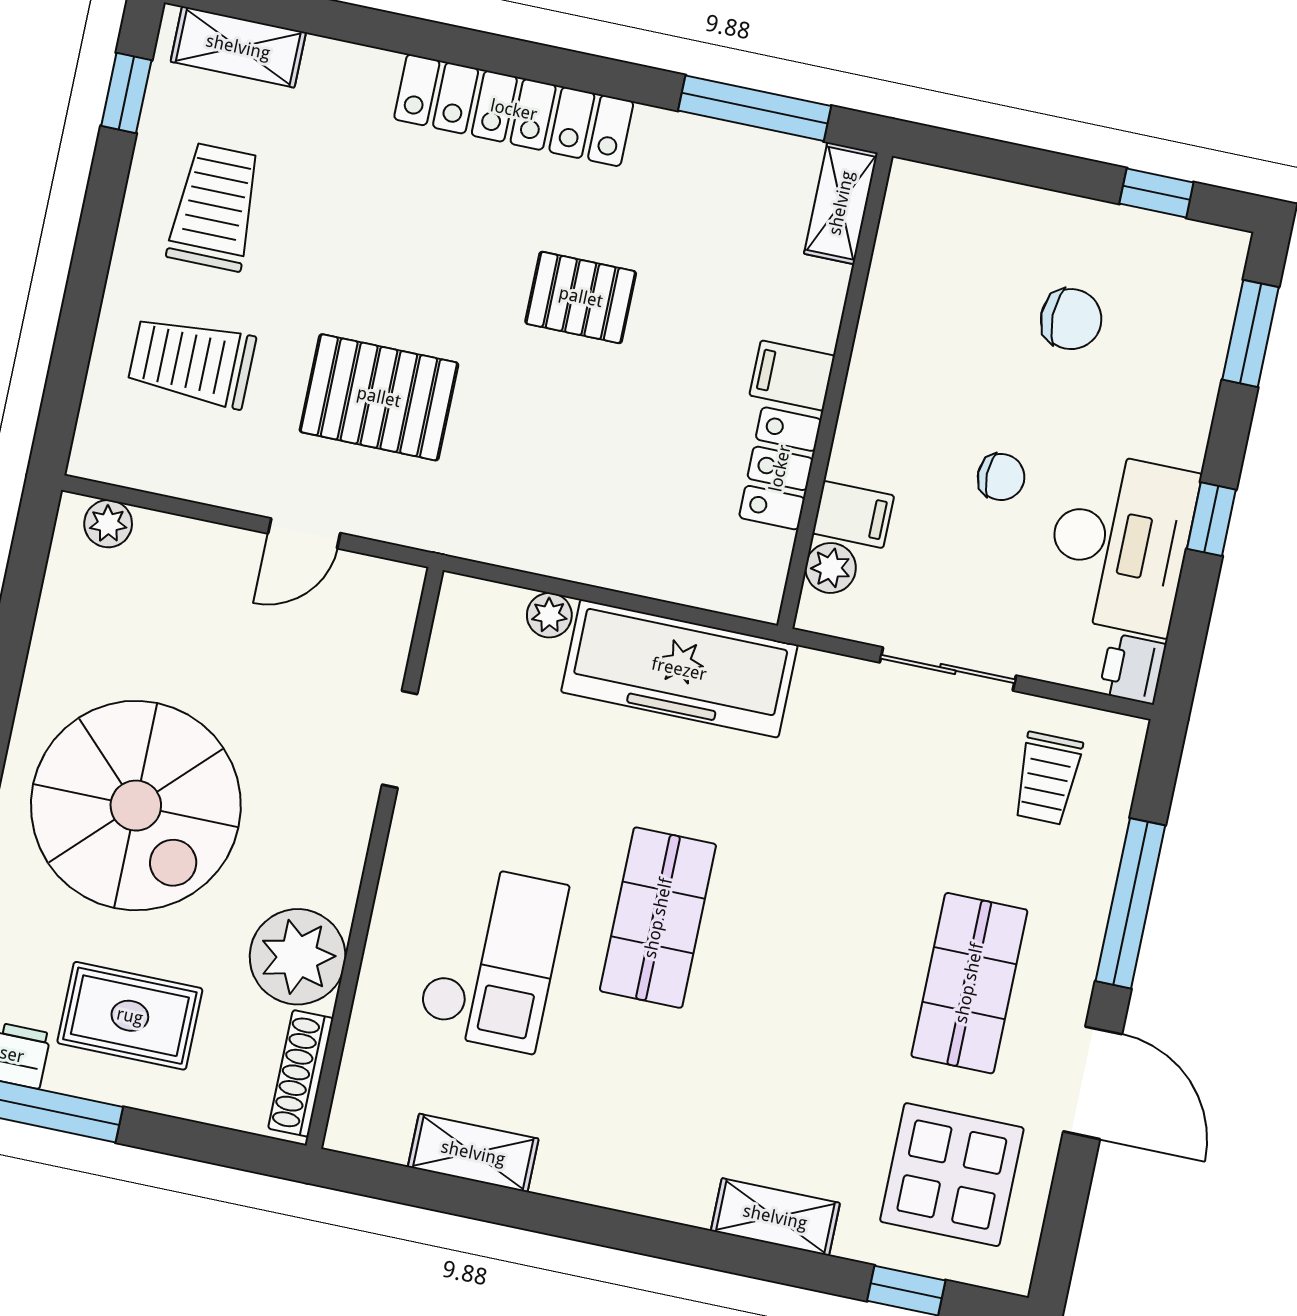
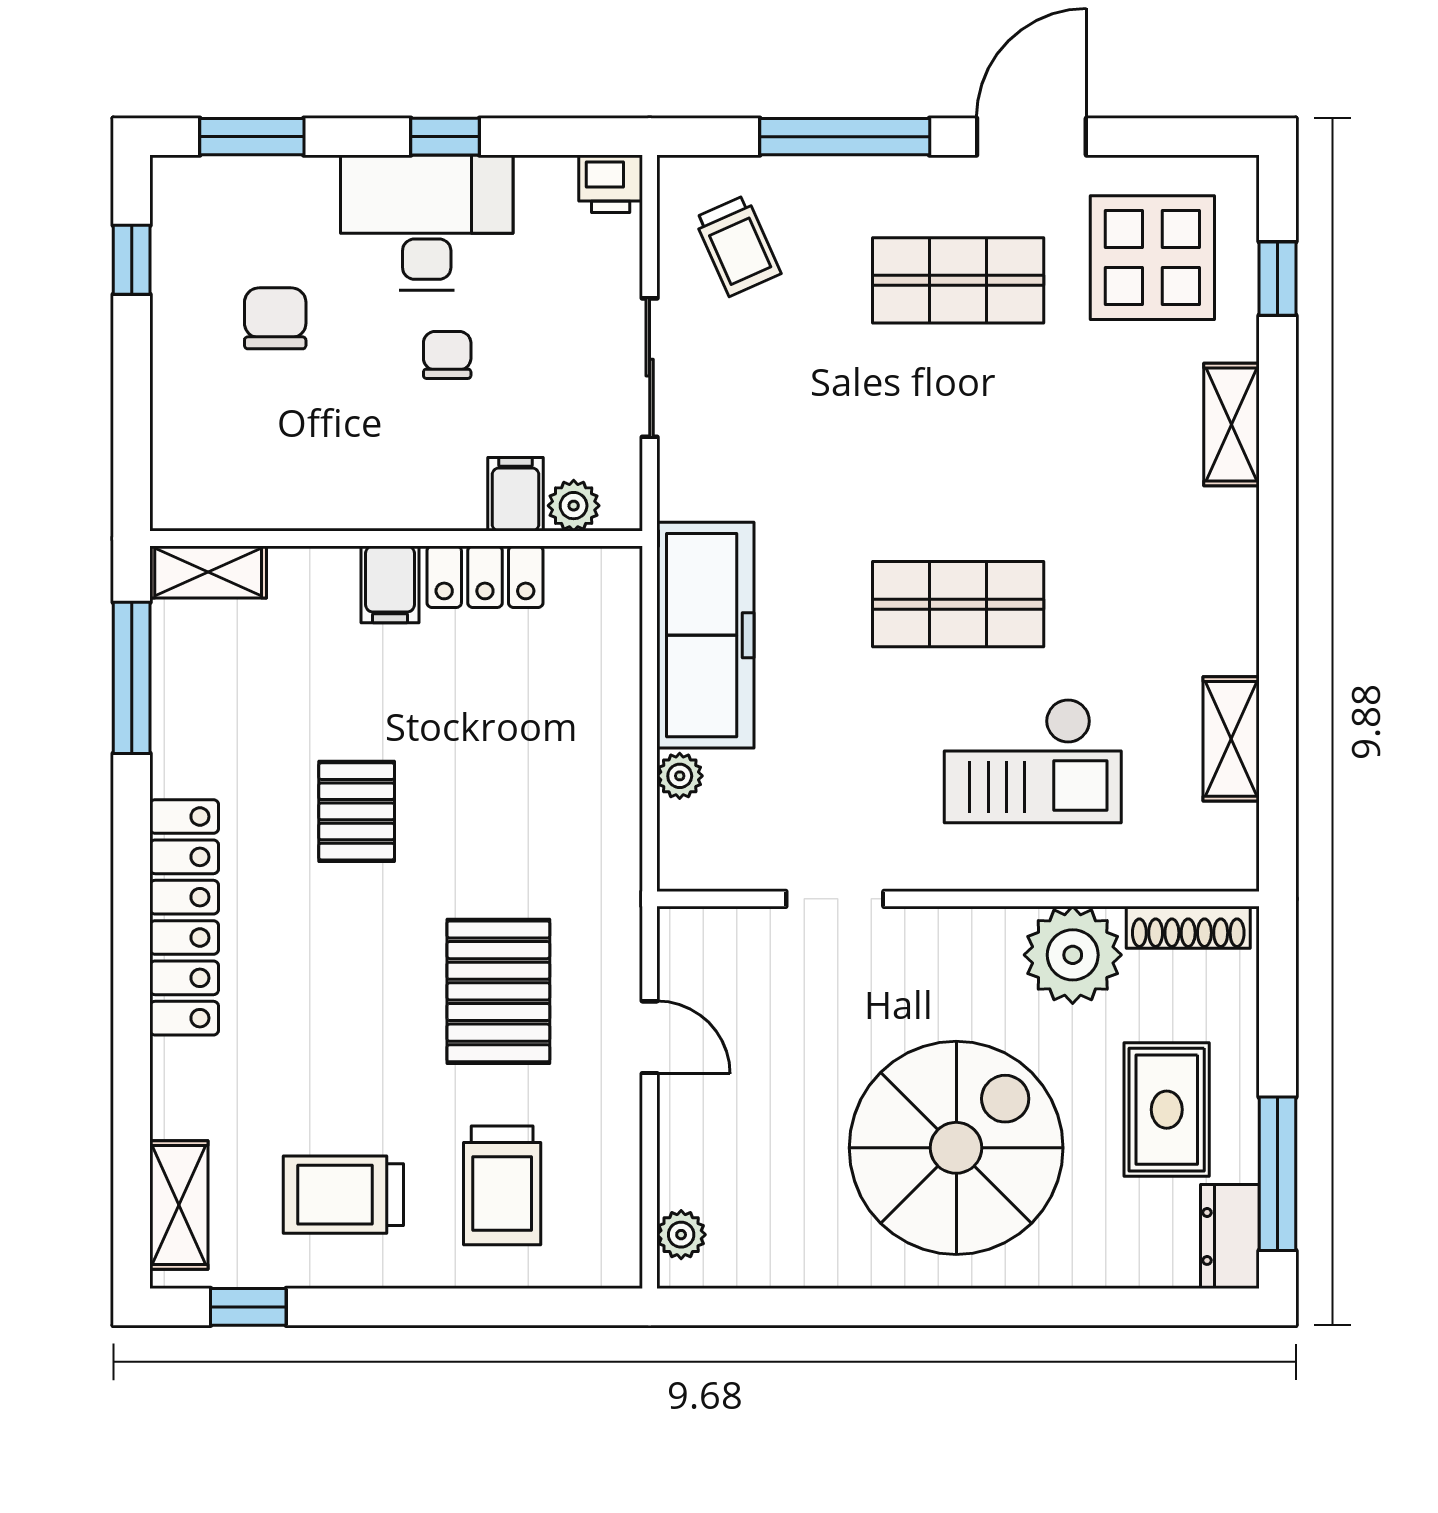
desk: (1120, 543) -> (427, 223), moved
trolley: (1047, 778) -> (738, 246), turned 66
checkout: (492, 958) -> (1033, 761), turned 180

